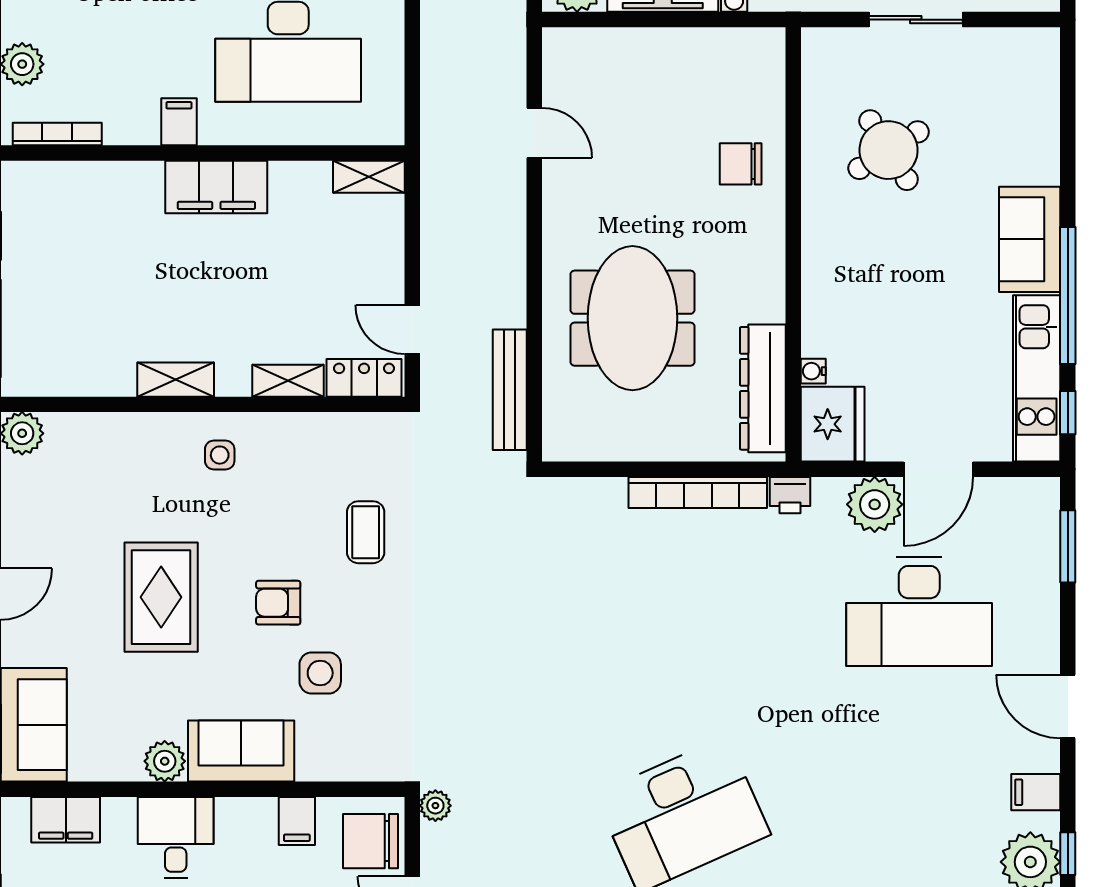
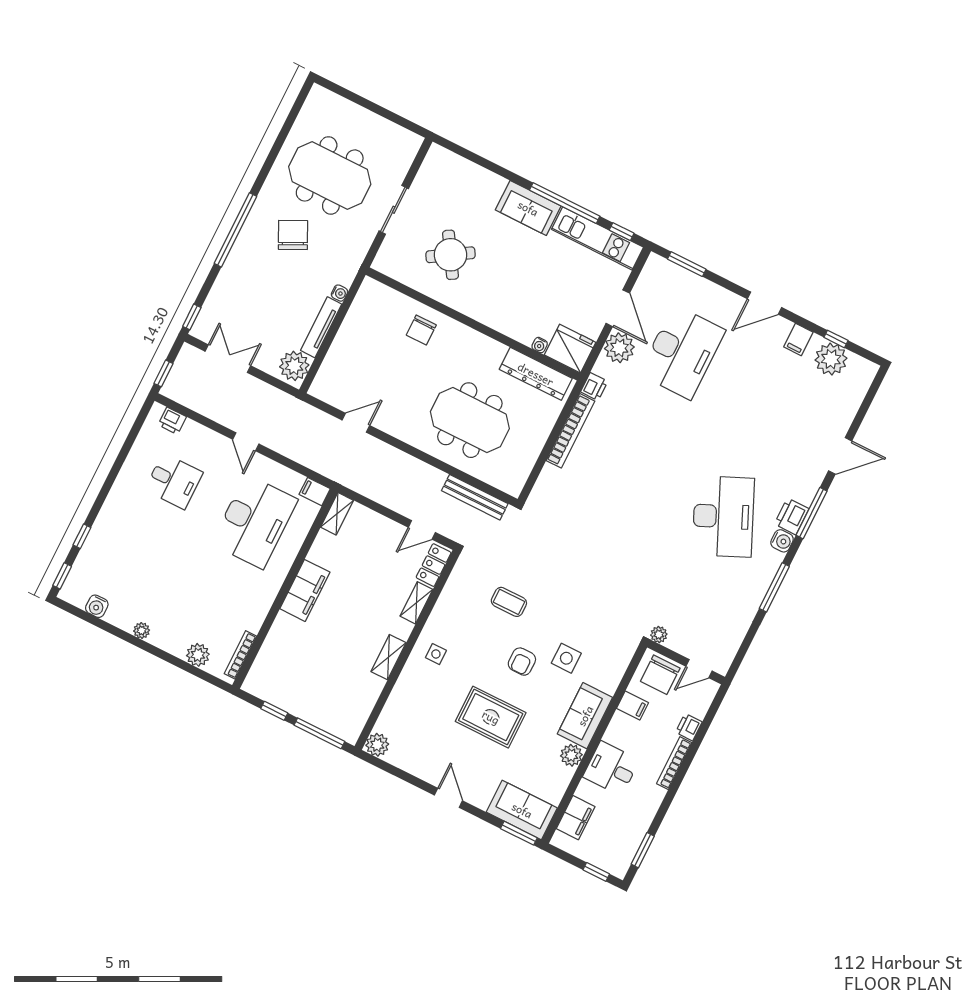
filing cabinet: (179, 122) -> (315, 492), moved

